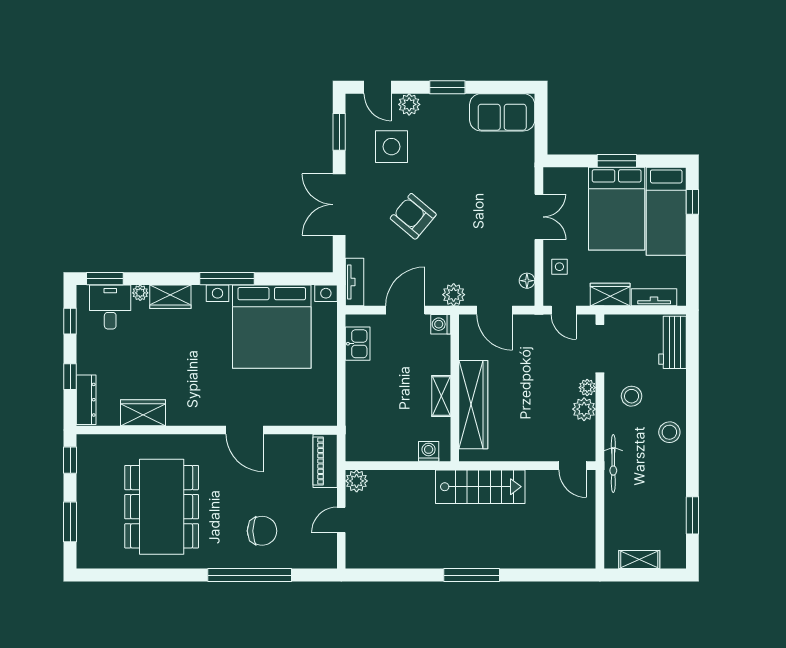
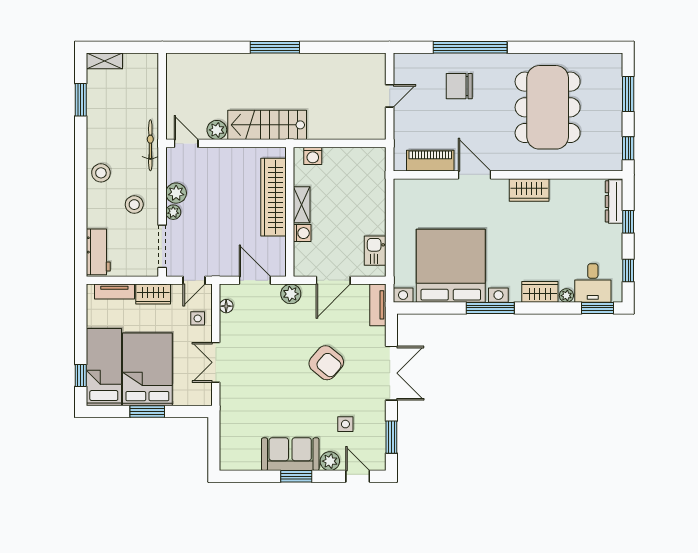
sofa: (502, 112) -> (290, 454), moved
side table: (391, 147) -> (345, 424), width x0.54, depth x0.54
door: (564, 310) -> (194, 280), swing flipped
washing machine: (441, 324) -> (302, 233), moved
wardrobe: (143, 413) -> (529, 190), moved
piano: (325, 461) -> (430, 161), moved, turned -90
plant: (357, 481) -> (217, 130), moved
shelving: (639, 560) -> (104, 61), moved

